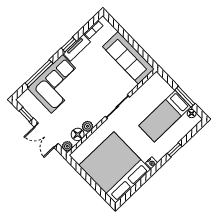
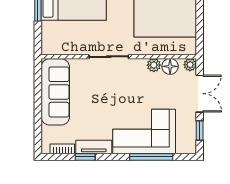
window: (69, 45) -> (85, 157), moved

